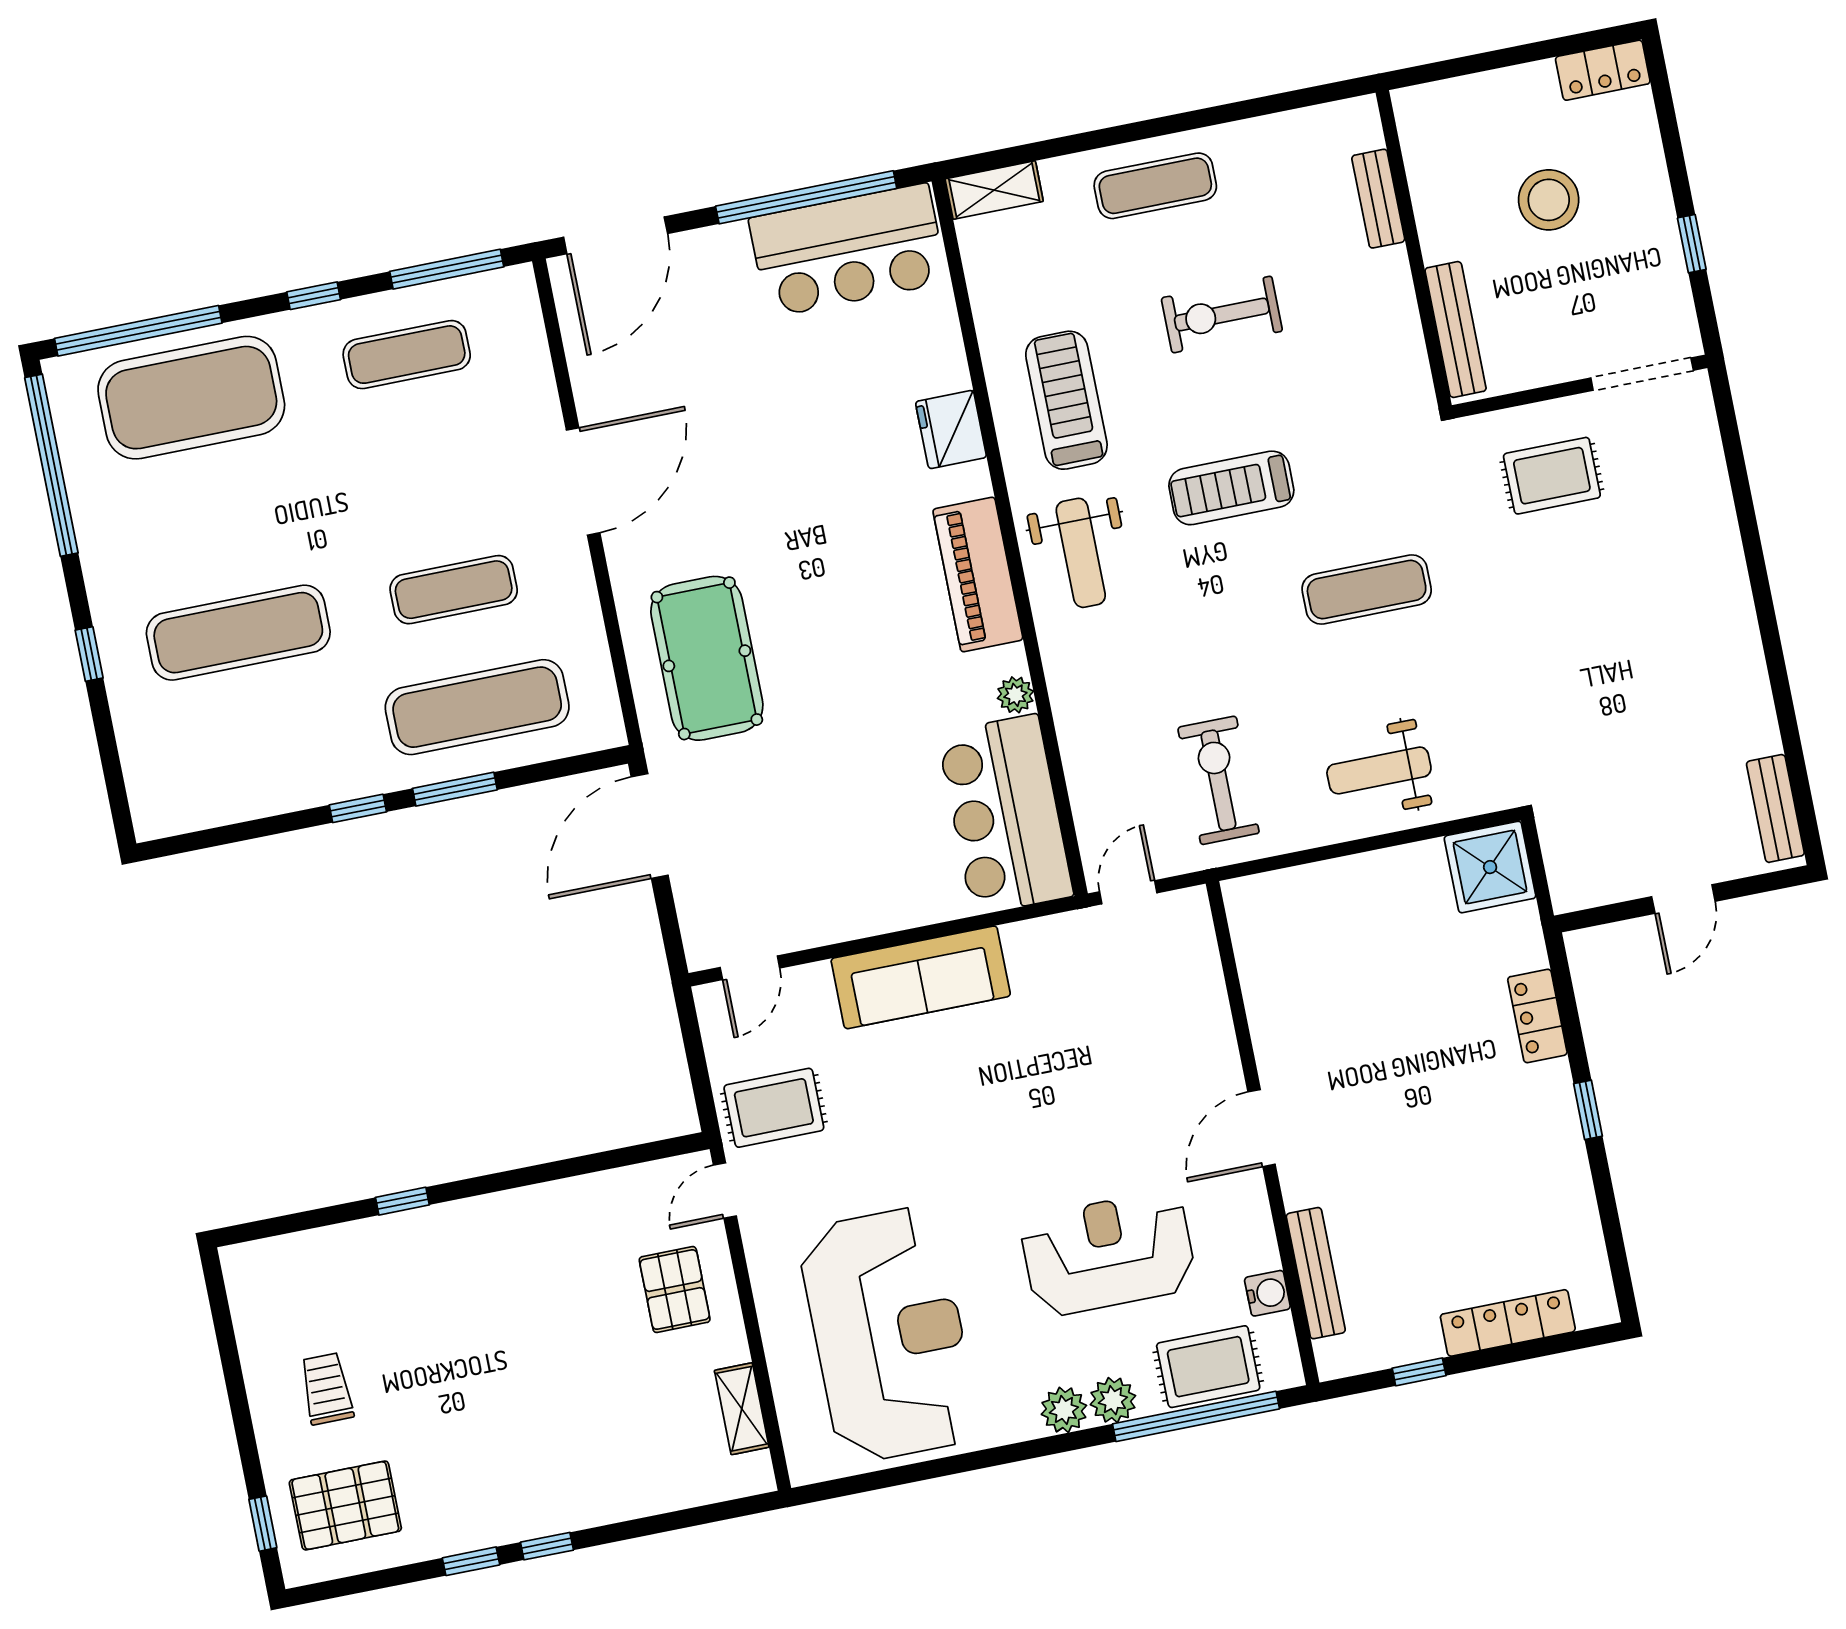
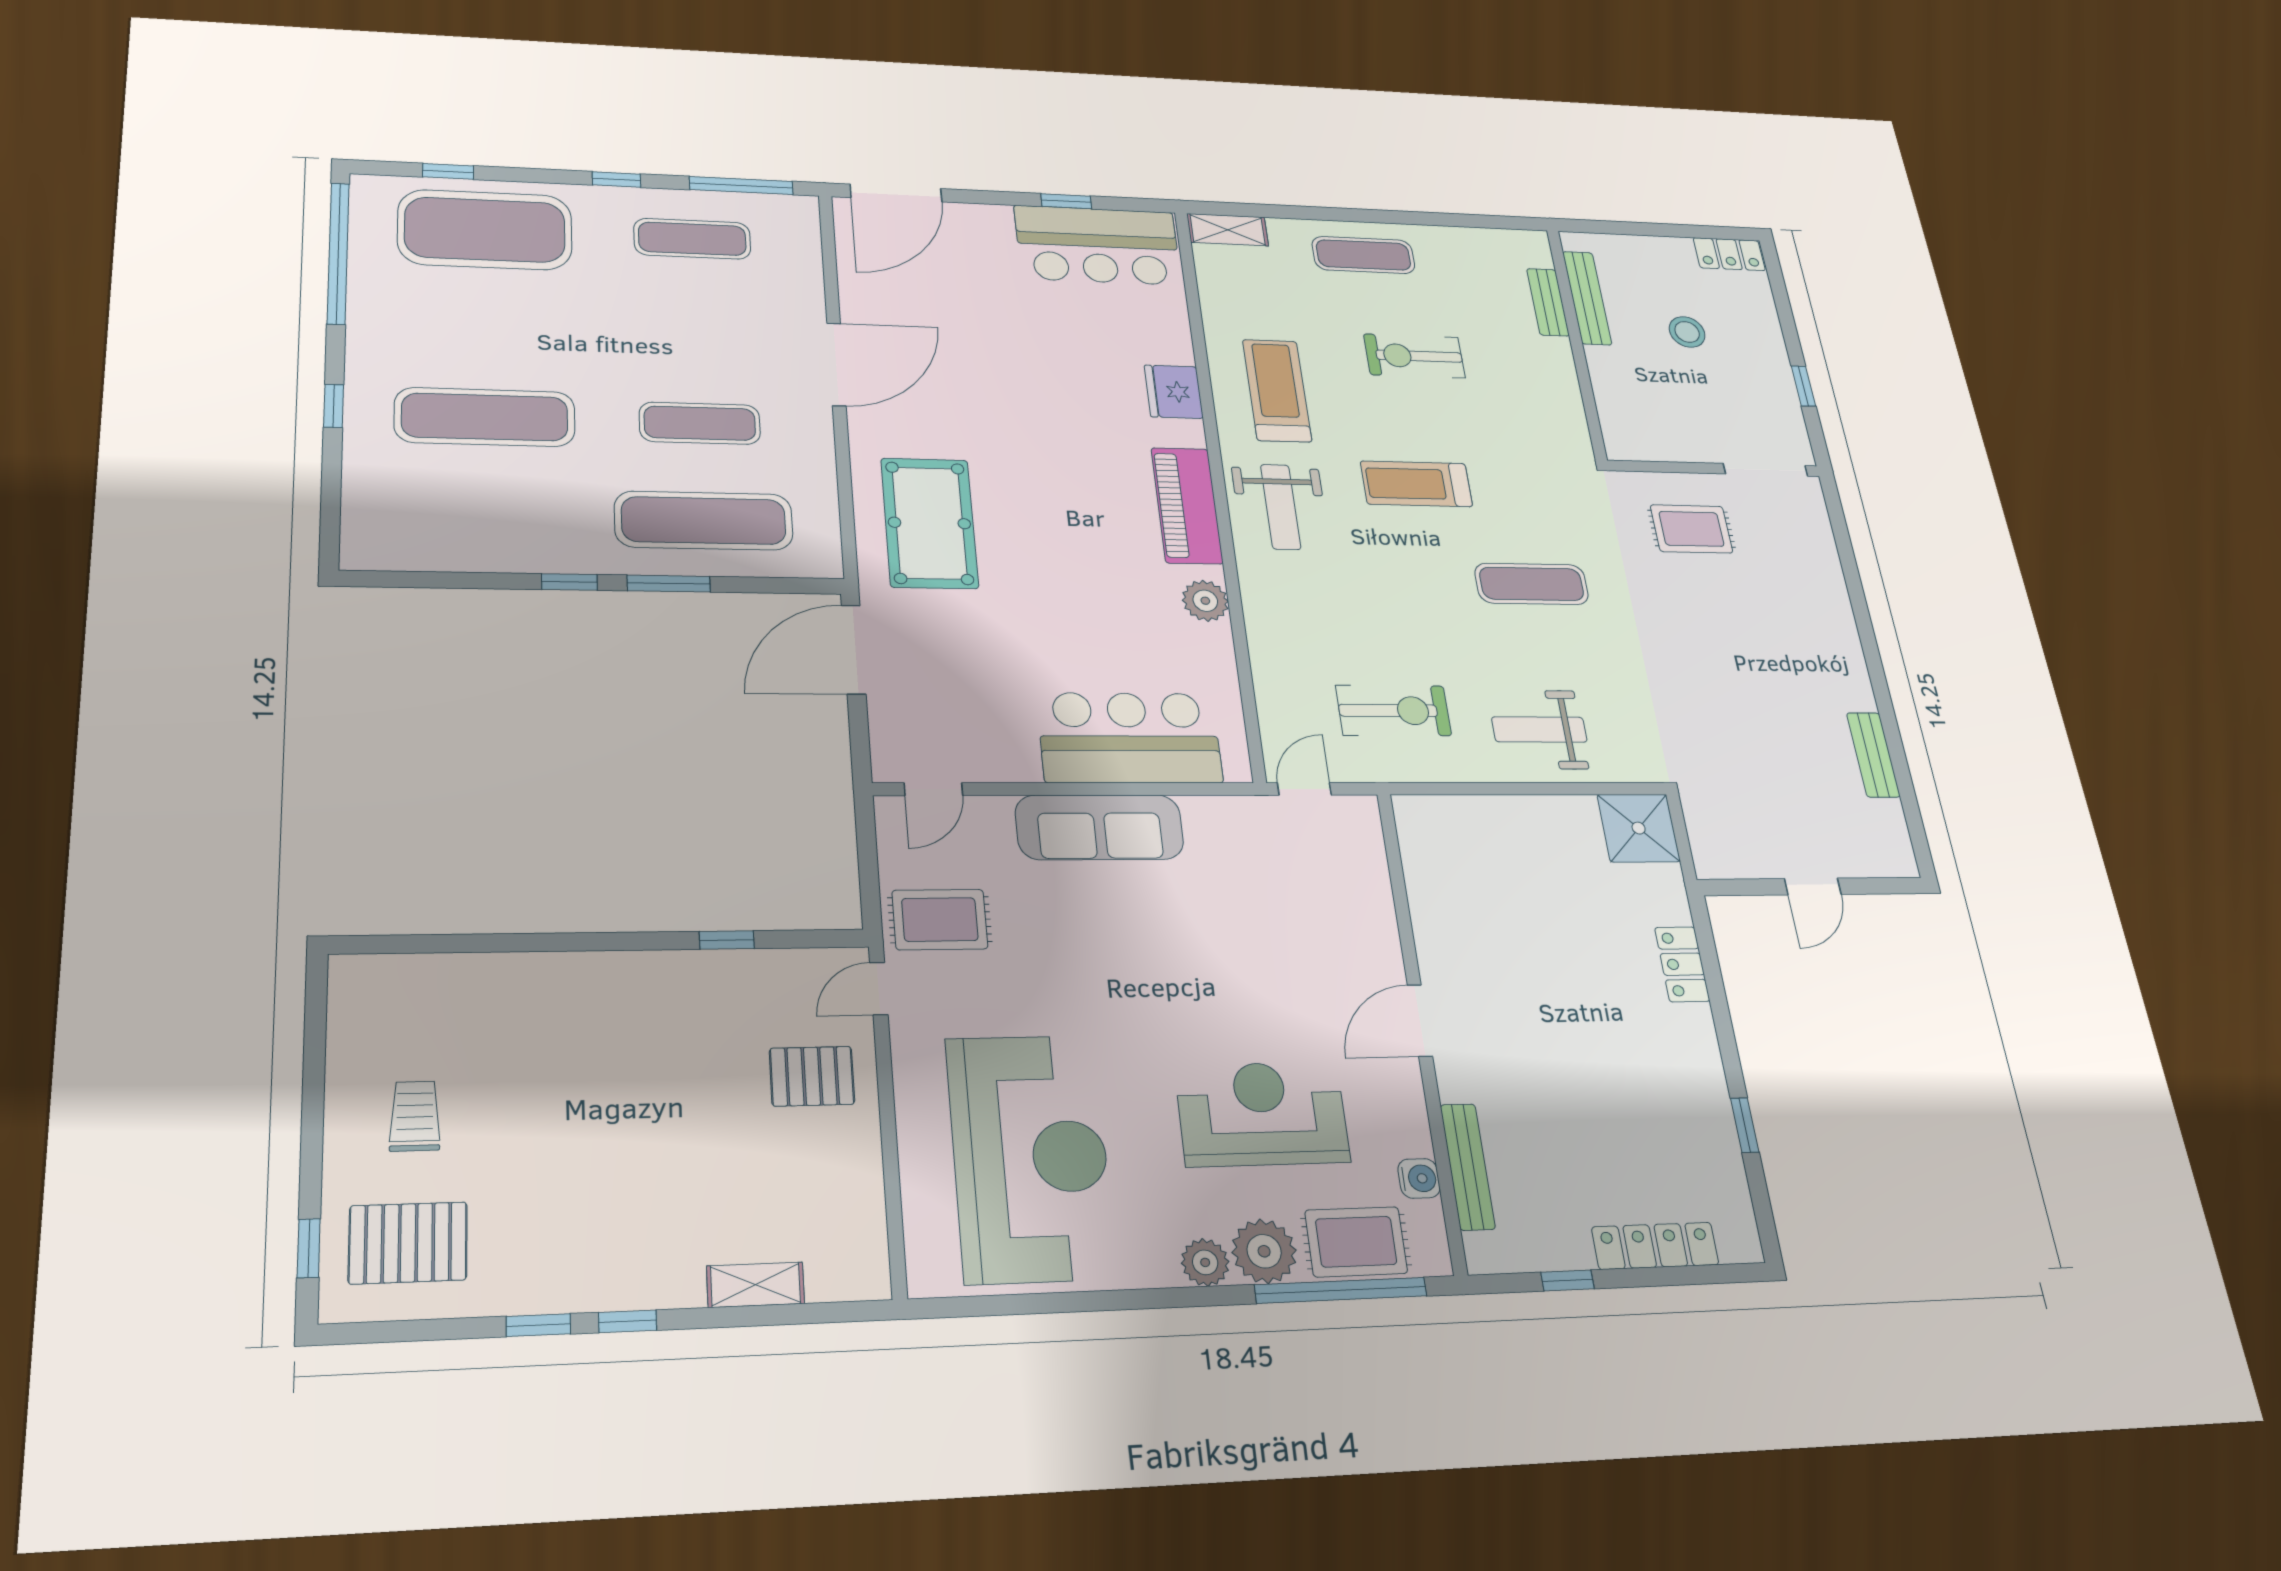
window: (806, 197) -> (1066, 201), width x0.32
stool: (1549, 200) -> (1687, 332), width x0.73, depth x0.73
bench: (1456, 329) -> (1587, 298), moved
window: (138, 331) -> (448, 171), width x0.32
plant: (1015, 695) -> (1205, 601), width x1.38, depth x1.38
exercise bike: (1218, 780) -> (1394, 711), turned 90
bench: (1775, 808) -> (1873, 755), moved
bar counter: (1005, 815) -> (1130, 738), moved, turned 90
window: (1588, 1110) -> (1745, 1125), moved
window: (402, 1201) -> (727, 940), moved
pallet: (675, 1290) -> (812, 1076), turned 90
plant: (1113, 1400) -> (1264, 1251), width x1.36, depth x1.36
shelving: (742, 1409) -> (756, 1285), moved, turned 90

